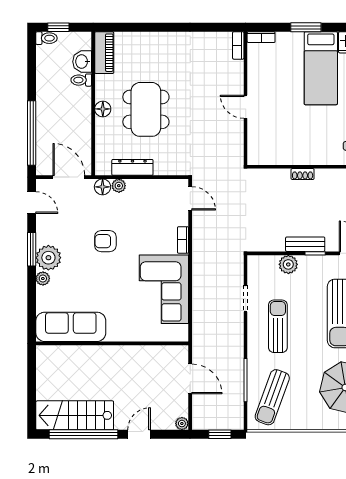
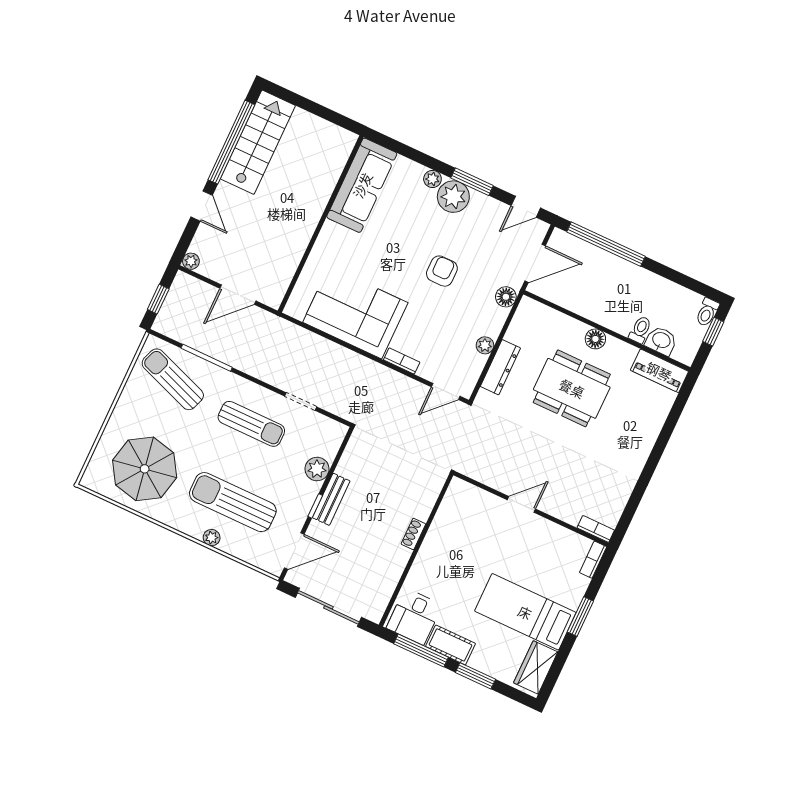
dresser: (132, 167) -> (500, 367), moved
plant: (119, 186) -> (485, 345), moved

